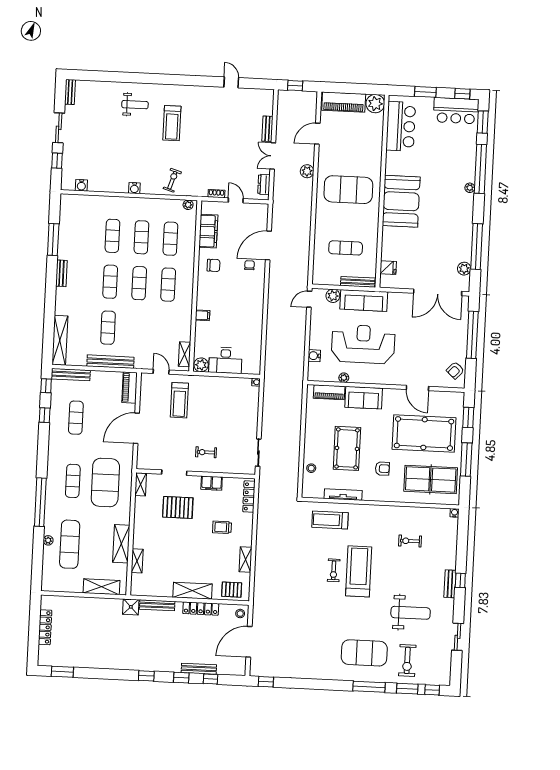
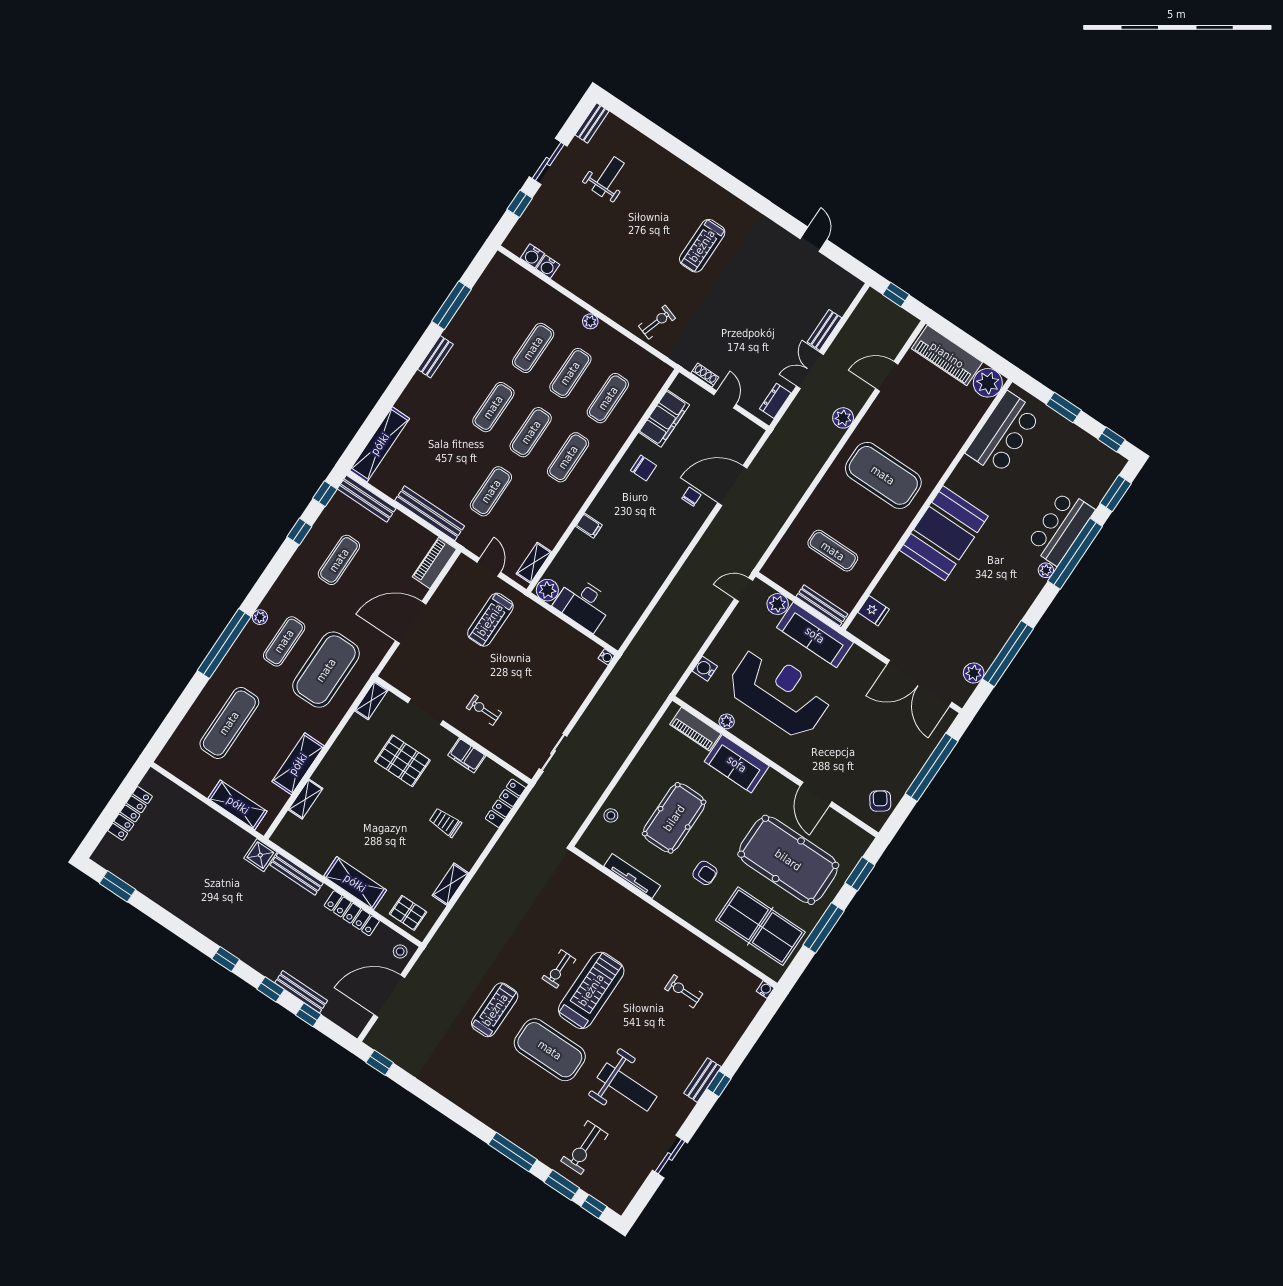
weight bench: (135, 105) -> (608, 177), moved, turned -90
bar counter: (456, 111) -> (1060, 528), moved, turned 90
water cooler: (134, 188) -> (548, 267), moved
plant: (188, 205) -> (590, 321), moved
exercise mat: (108, 328) -> (491, 491), moved
armchair: (455, 370) -> (880, 801), turned 102
treadmill: (330, 520) -> (495, 1010), moved, turned 90
plant: (48, 540) -> (260, 617), moved
exercise mat: (364, 653) -> (550, 1050), moved

